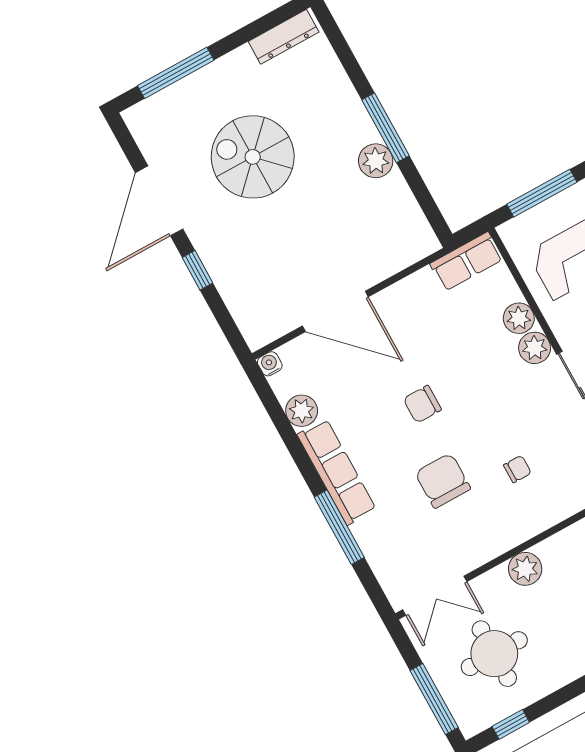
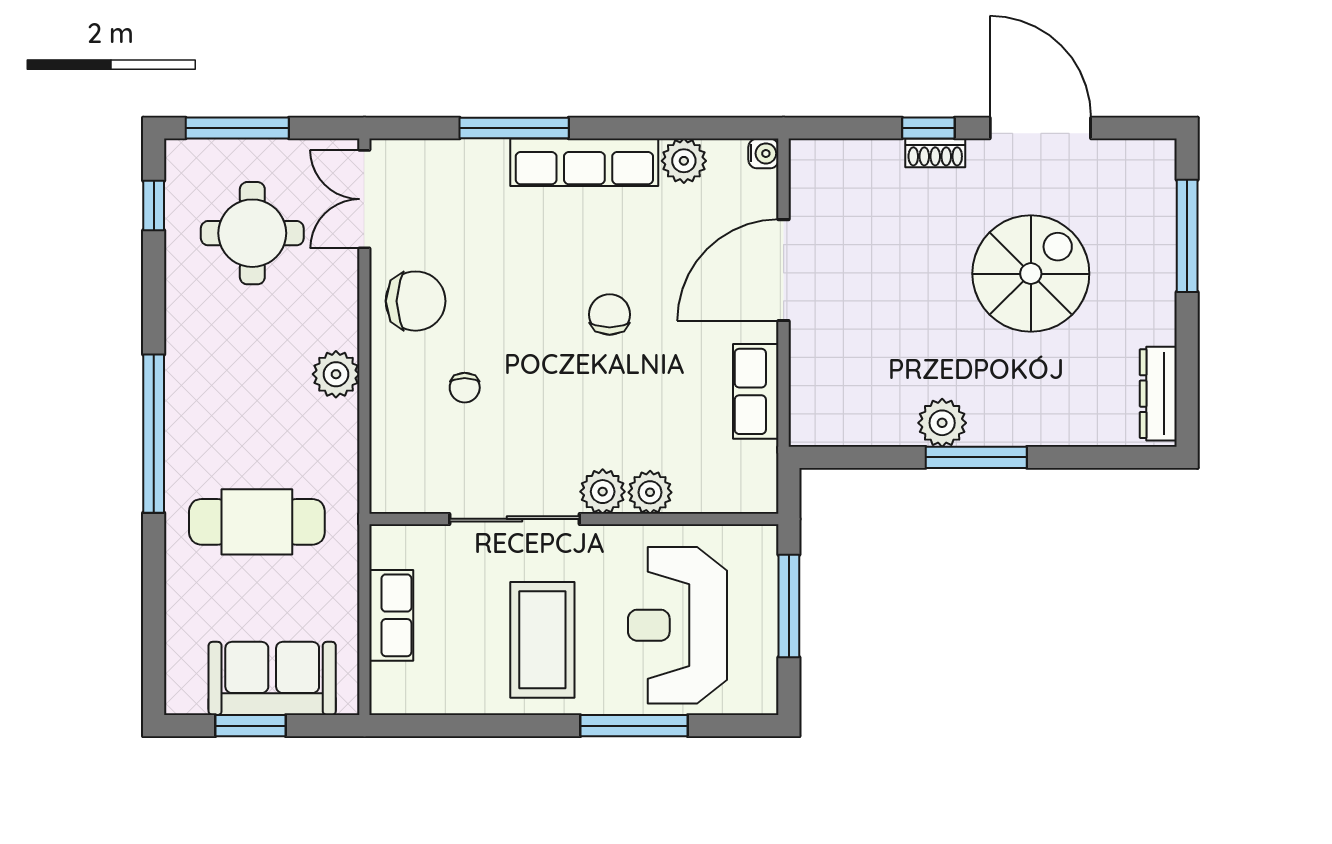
shoe rack: (211, 257) -> (935, 153), added
row of seats: (467, 261) -> (756, 391), moved
chair: (443, 481) -> (416, 301), moved
plant: (525, 569) -> (336, 374), moved

